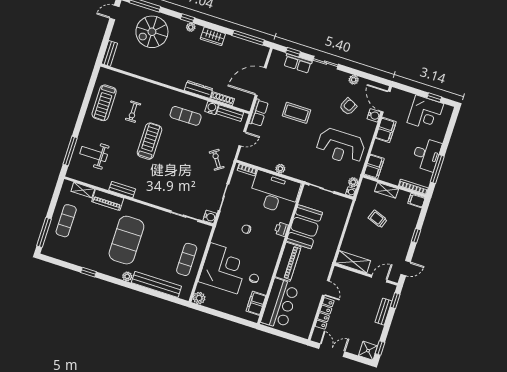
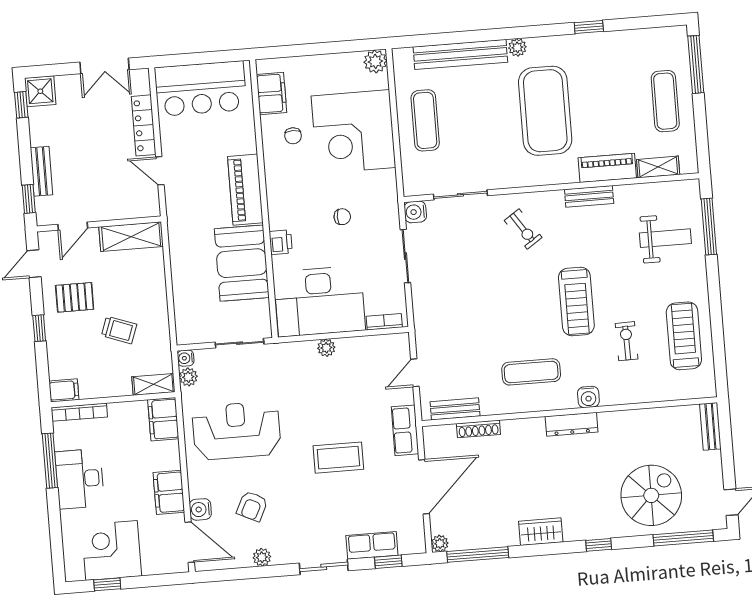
plant: (191, 27) -> (440, 543), moved
dresser: (199, 89) -> (572, 424), moved
water cooler: (212, 108) -> (588, 397), moved
exercise bike: (217, 160) -> (523, 229), moved
shelving: (387, 190) -> (153, 384), moved
pallet: (393, 244) -> (75, 297), added
bar counter: (280, 304) -> (201, 89), moved, turned -90

